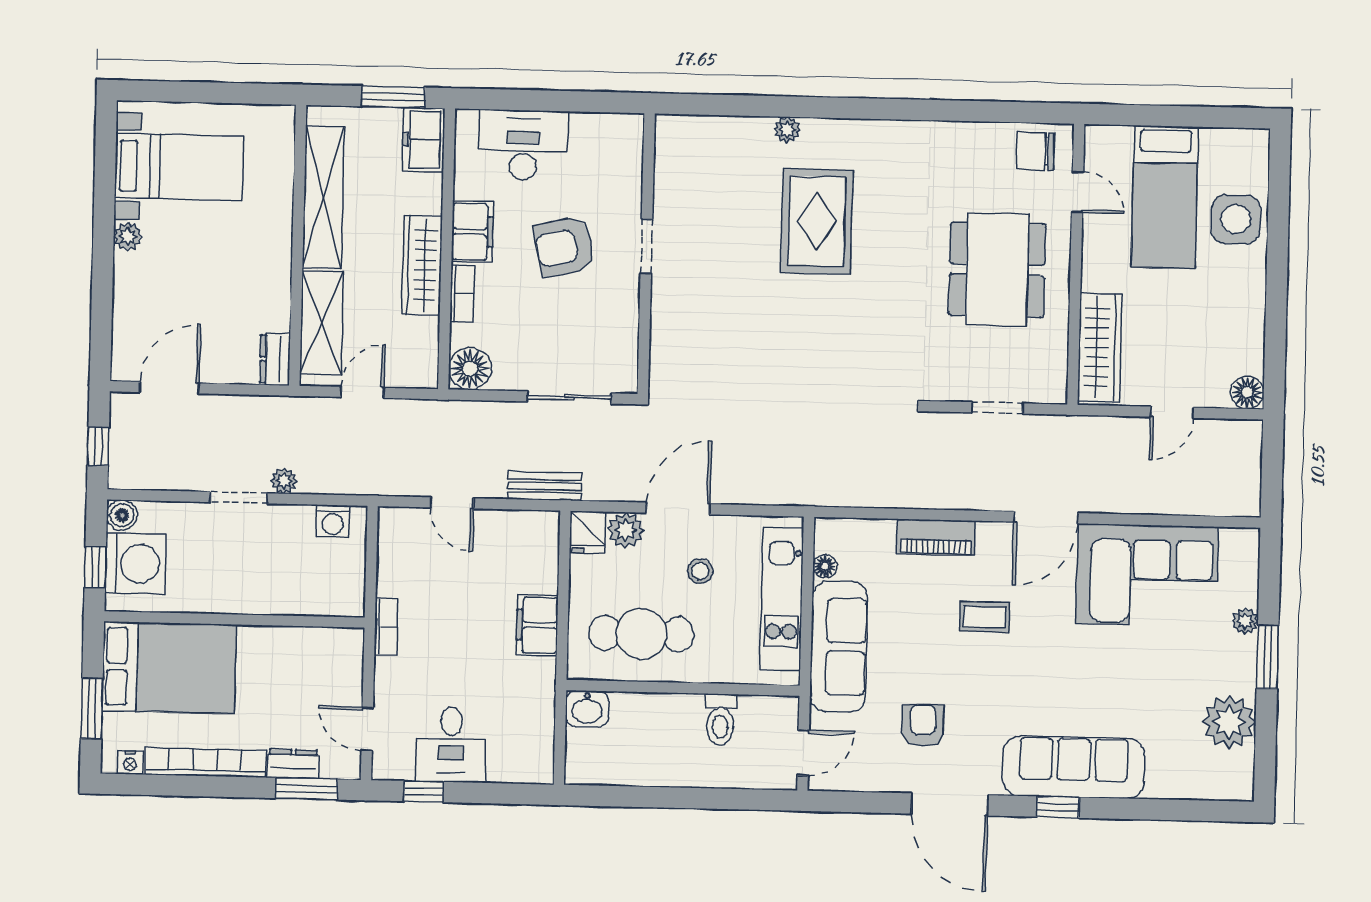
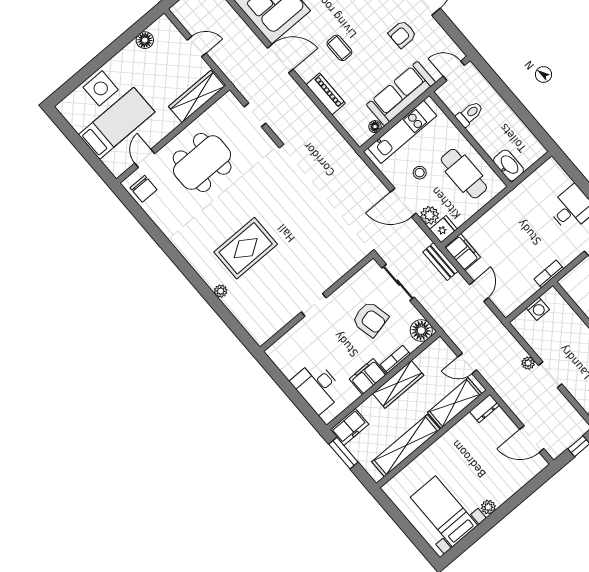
armchair: (564, 247) -> (370, 319), moved
floor lamp: (1247, 392) -> (145, 40), moved
washing machine: (333, 521) -> (538, 309), moved, turned 90
filing cabinet: (537, 625) -> (463, 252), moved, turned -90
washbasin: (587, 709) -> (509, 165), width x1.38

